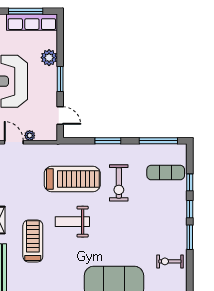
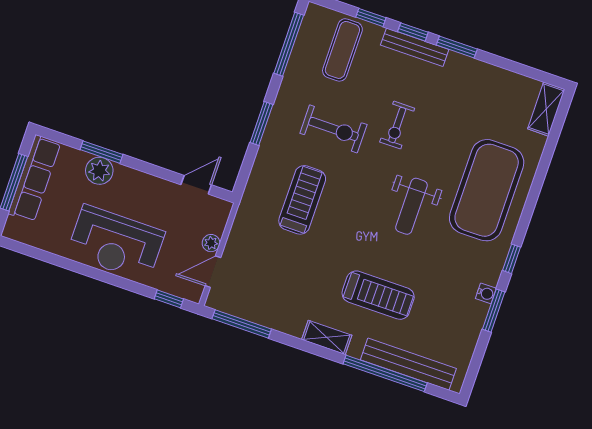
window: (60, 79) -> (101, 152), moved
treadmill: (72, 179) -> (302, 200), width x0.73, depth x0.73
bench: (181, 213) -> (415, 47), added
weight bench: (72, 222) -> (411, 206), moved
treadmill: (33, 241) -> (378, 295), turned 180
exercise bike: (170, 261) -> (397, 125), moved

